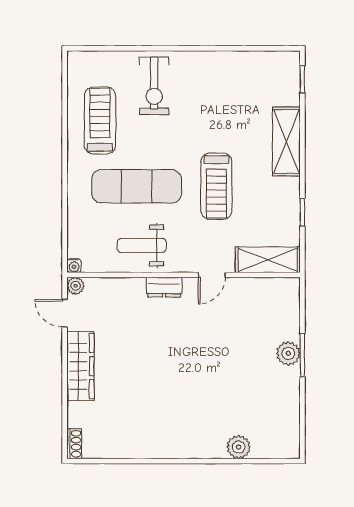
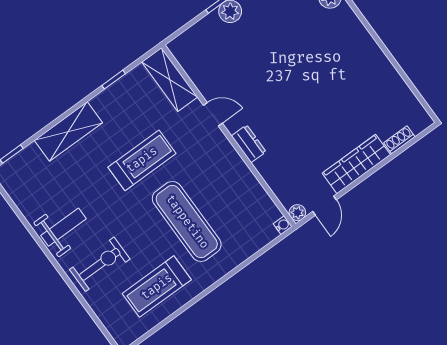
weight bench: (142, 245) -> (64, 227), moved, turned -90
shoe rack: (74, 444) -> (399, 140), moved

